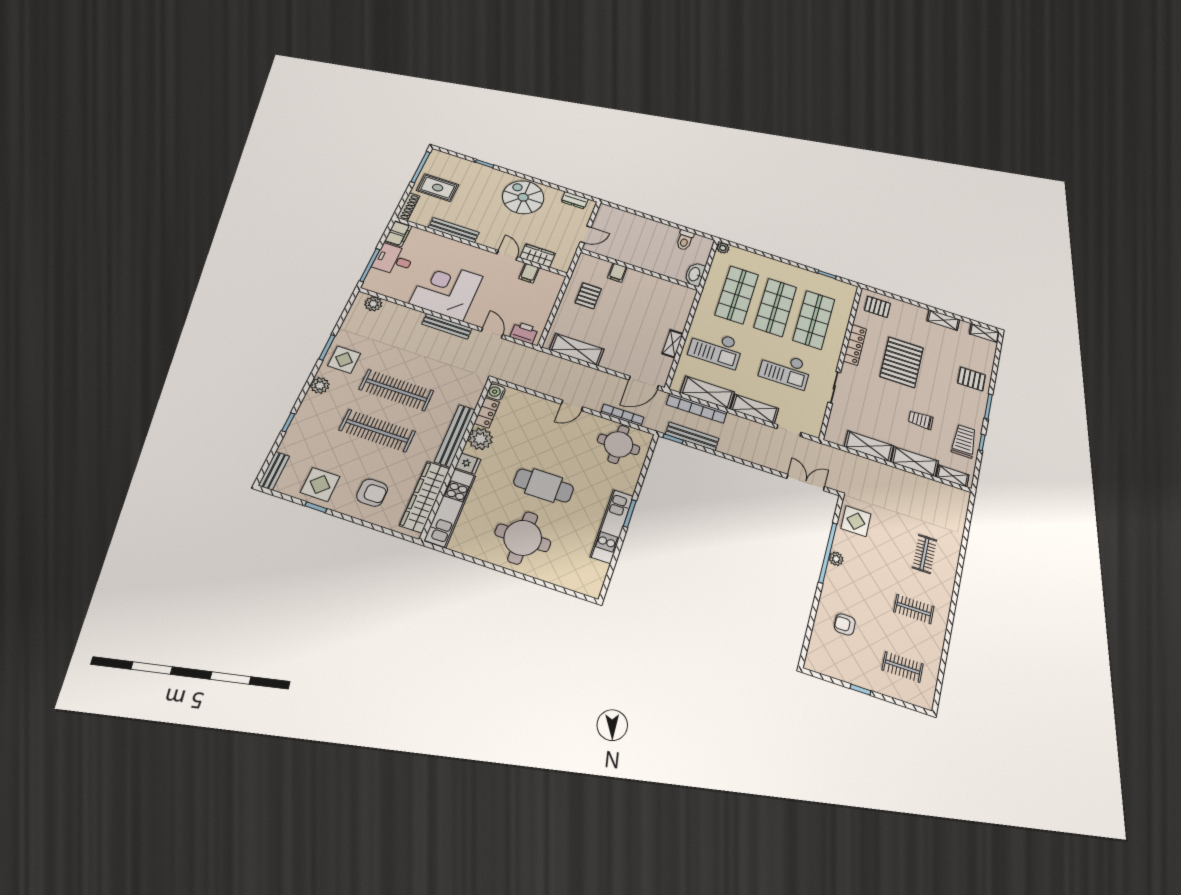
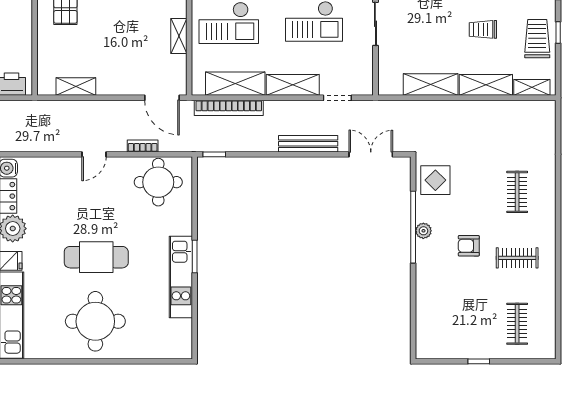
shelving: (577, 350) -> (76, 87), width x0.67, depth x0.75
door: (644, 383) -> (162, 98), hinge flipped
bookcase: (622, 415) -> (143, 146), width x0.64
bench: (692, 436) -> (308, 144), moved
armchair: (845, 624) -> (469, 246), moved
clothes rail: (903, 667) -> (517, 324), turned 90

